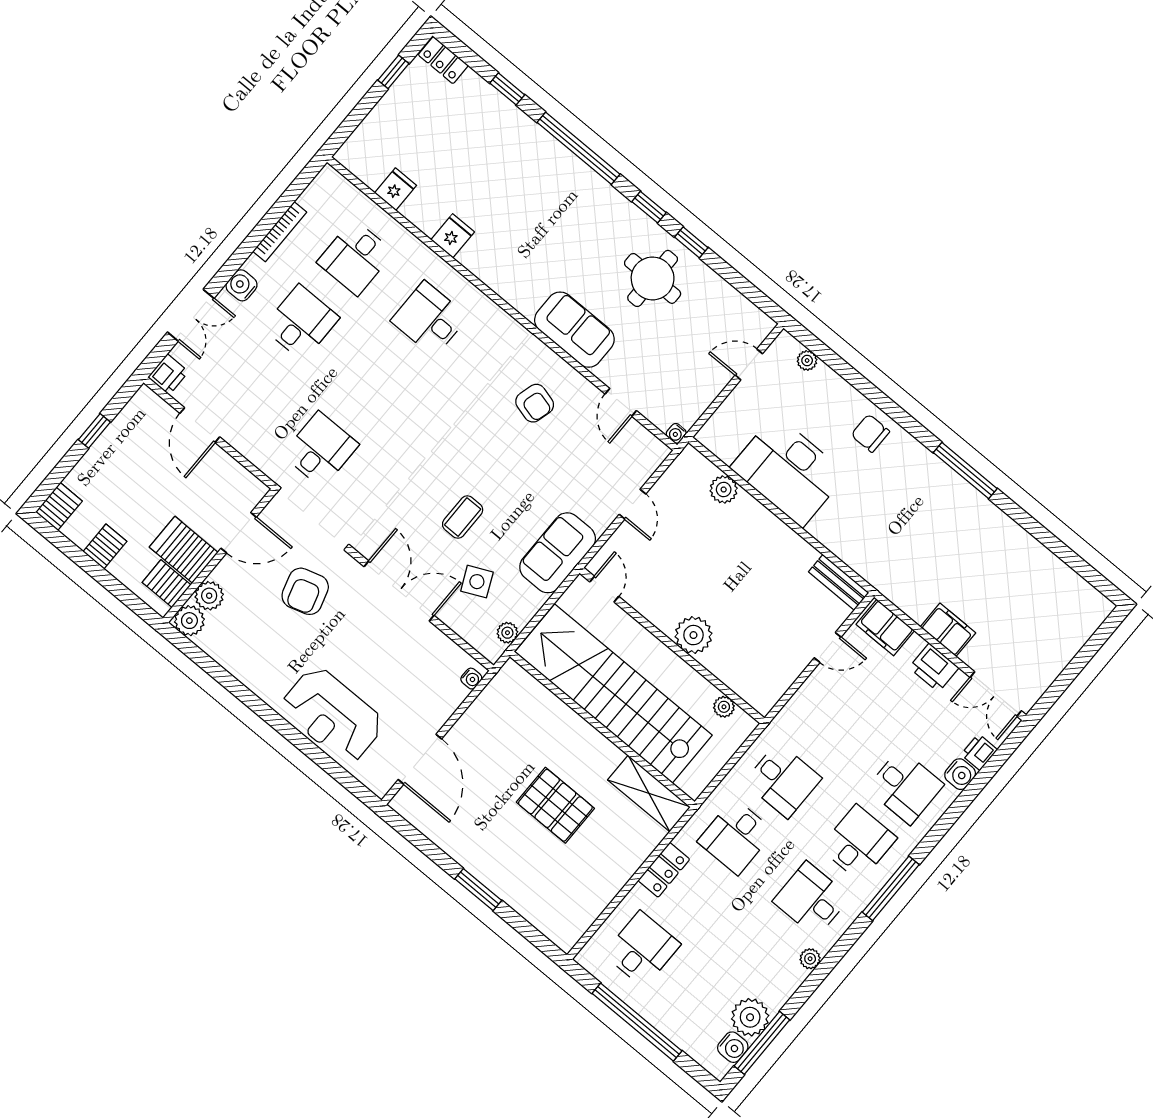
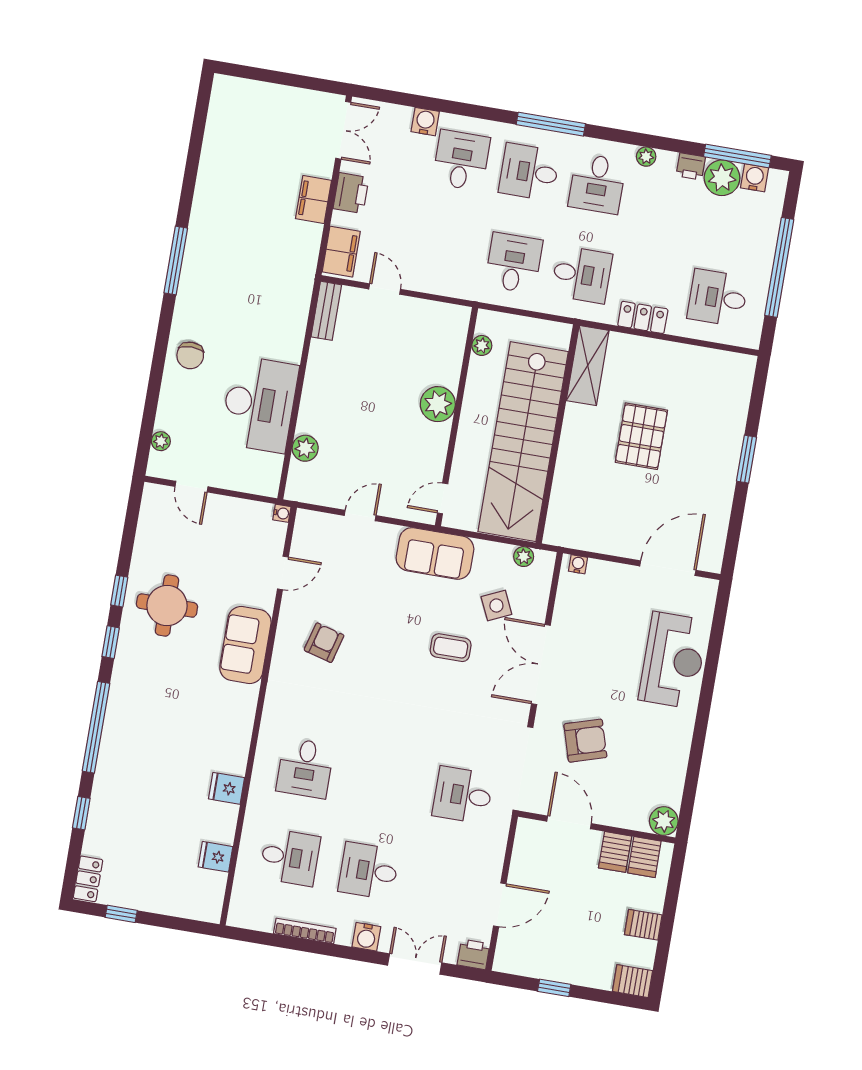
server rack: (184, 550) -> (615, 852), width x0.73, depth x0.70
plant: (209, 596) -> (634, 817), removed
printer: (979, 752) -> (691, 166), moved

